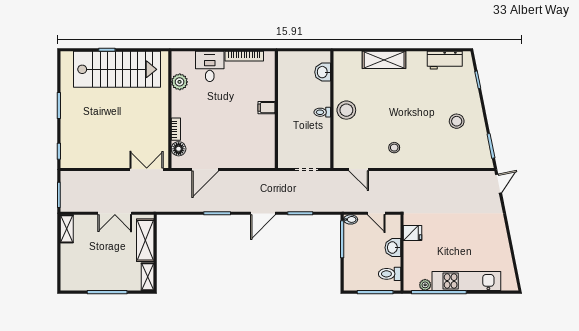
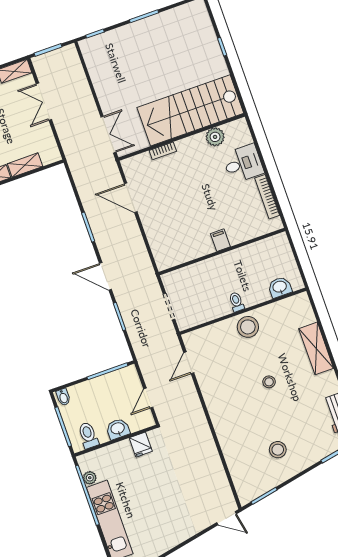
stairs: (117, 69) -> (190, 110), moved, turned 90
stool: (394, 148) -> (269, 382), moved
floor lamp: (179, 149) -> (143, 161), removed
double door: (115, 213) -> (44, 102), moved
bidet: (351, 219) -> (63, 397), moved
shelving: (145, 240) -> (25, 165), width x0.67, depth x0.75

